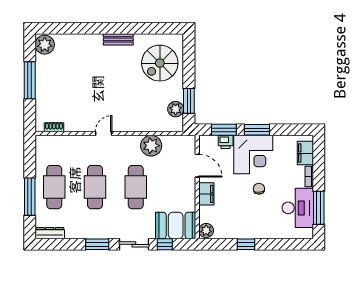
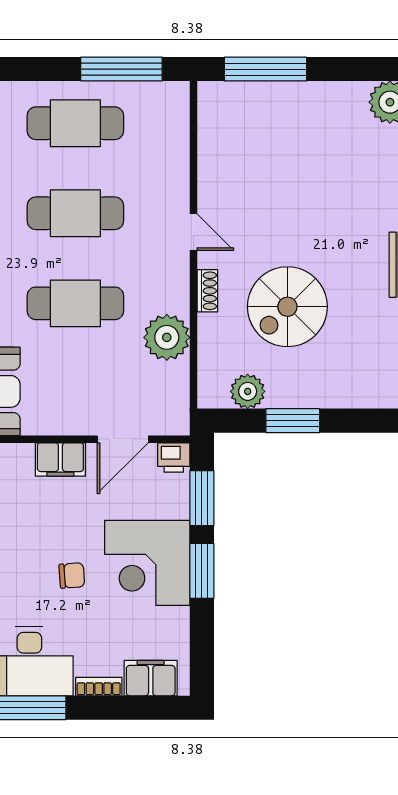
spiral stairs: (160, 63) -> (287, 307), moved, turned -90
window: (30, 80) -> (265, 69), moved
window: (189, 101) -> (293, 421), moved
shoe rack: (54, 127) -> (207, 291), moved
printer: (226, 142) -> (174, 457), moved, turned -90
window: (30, 197) -> (121, 69), moved

